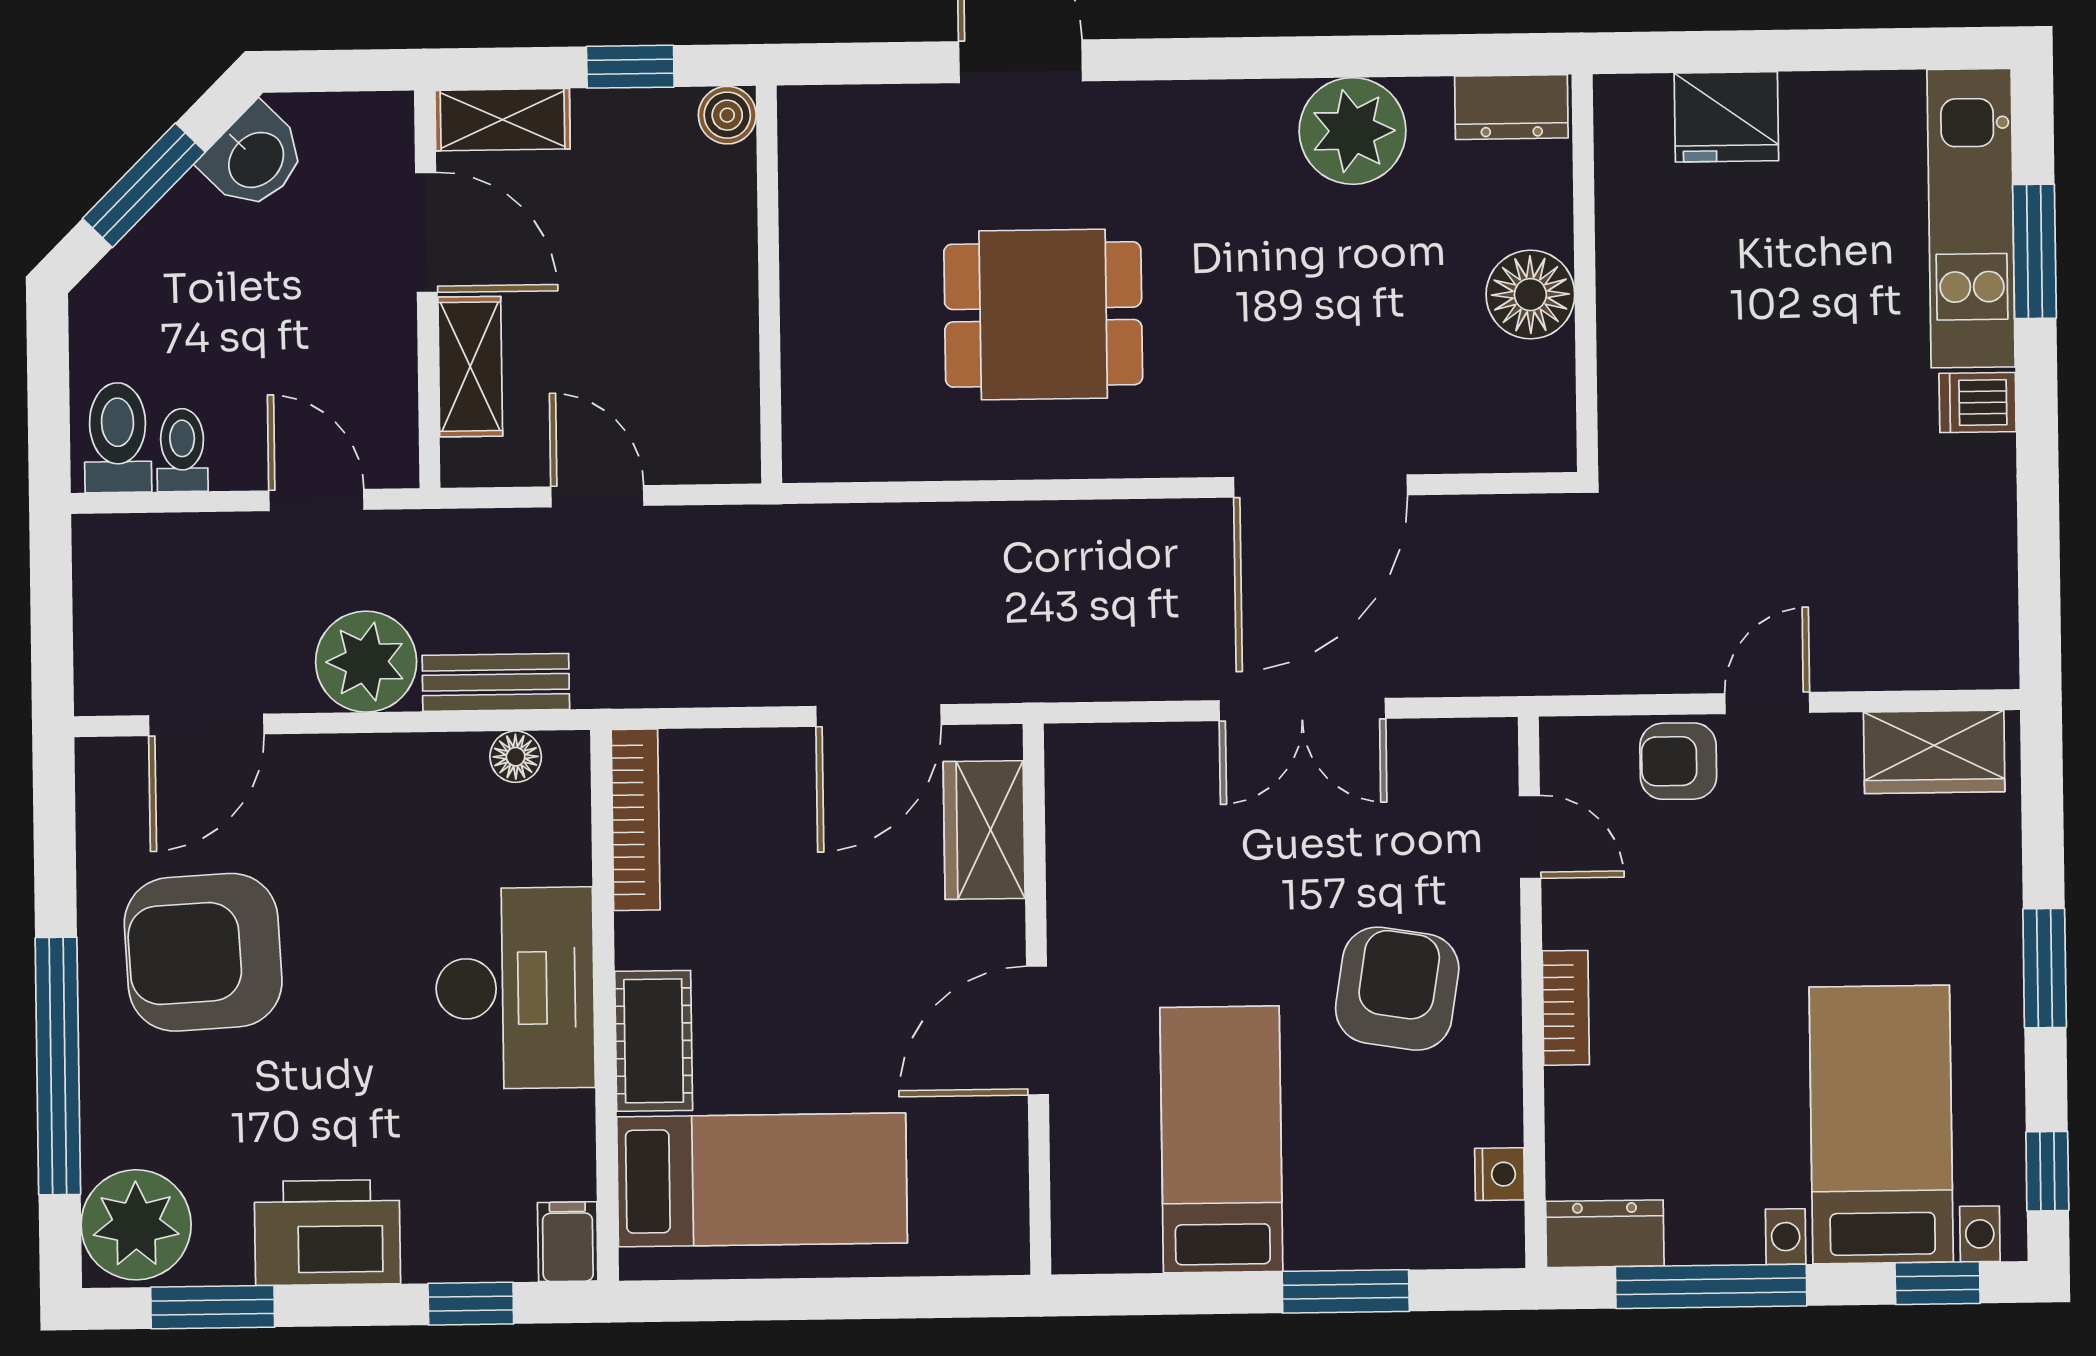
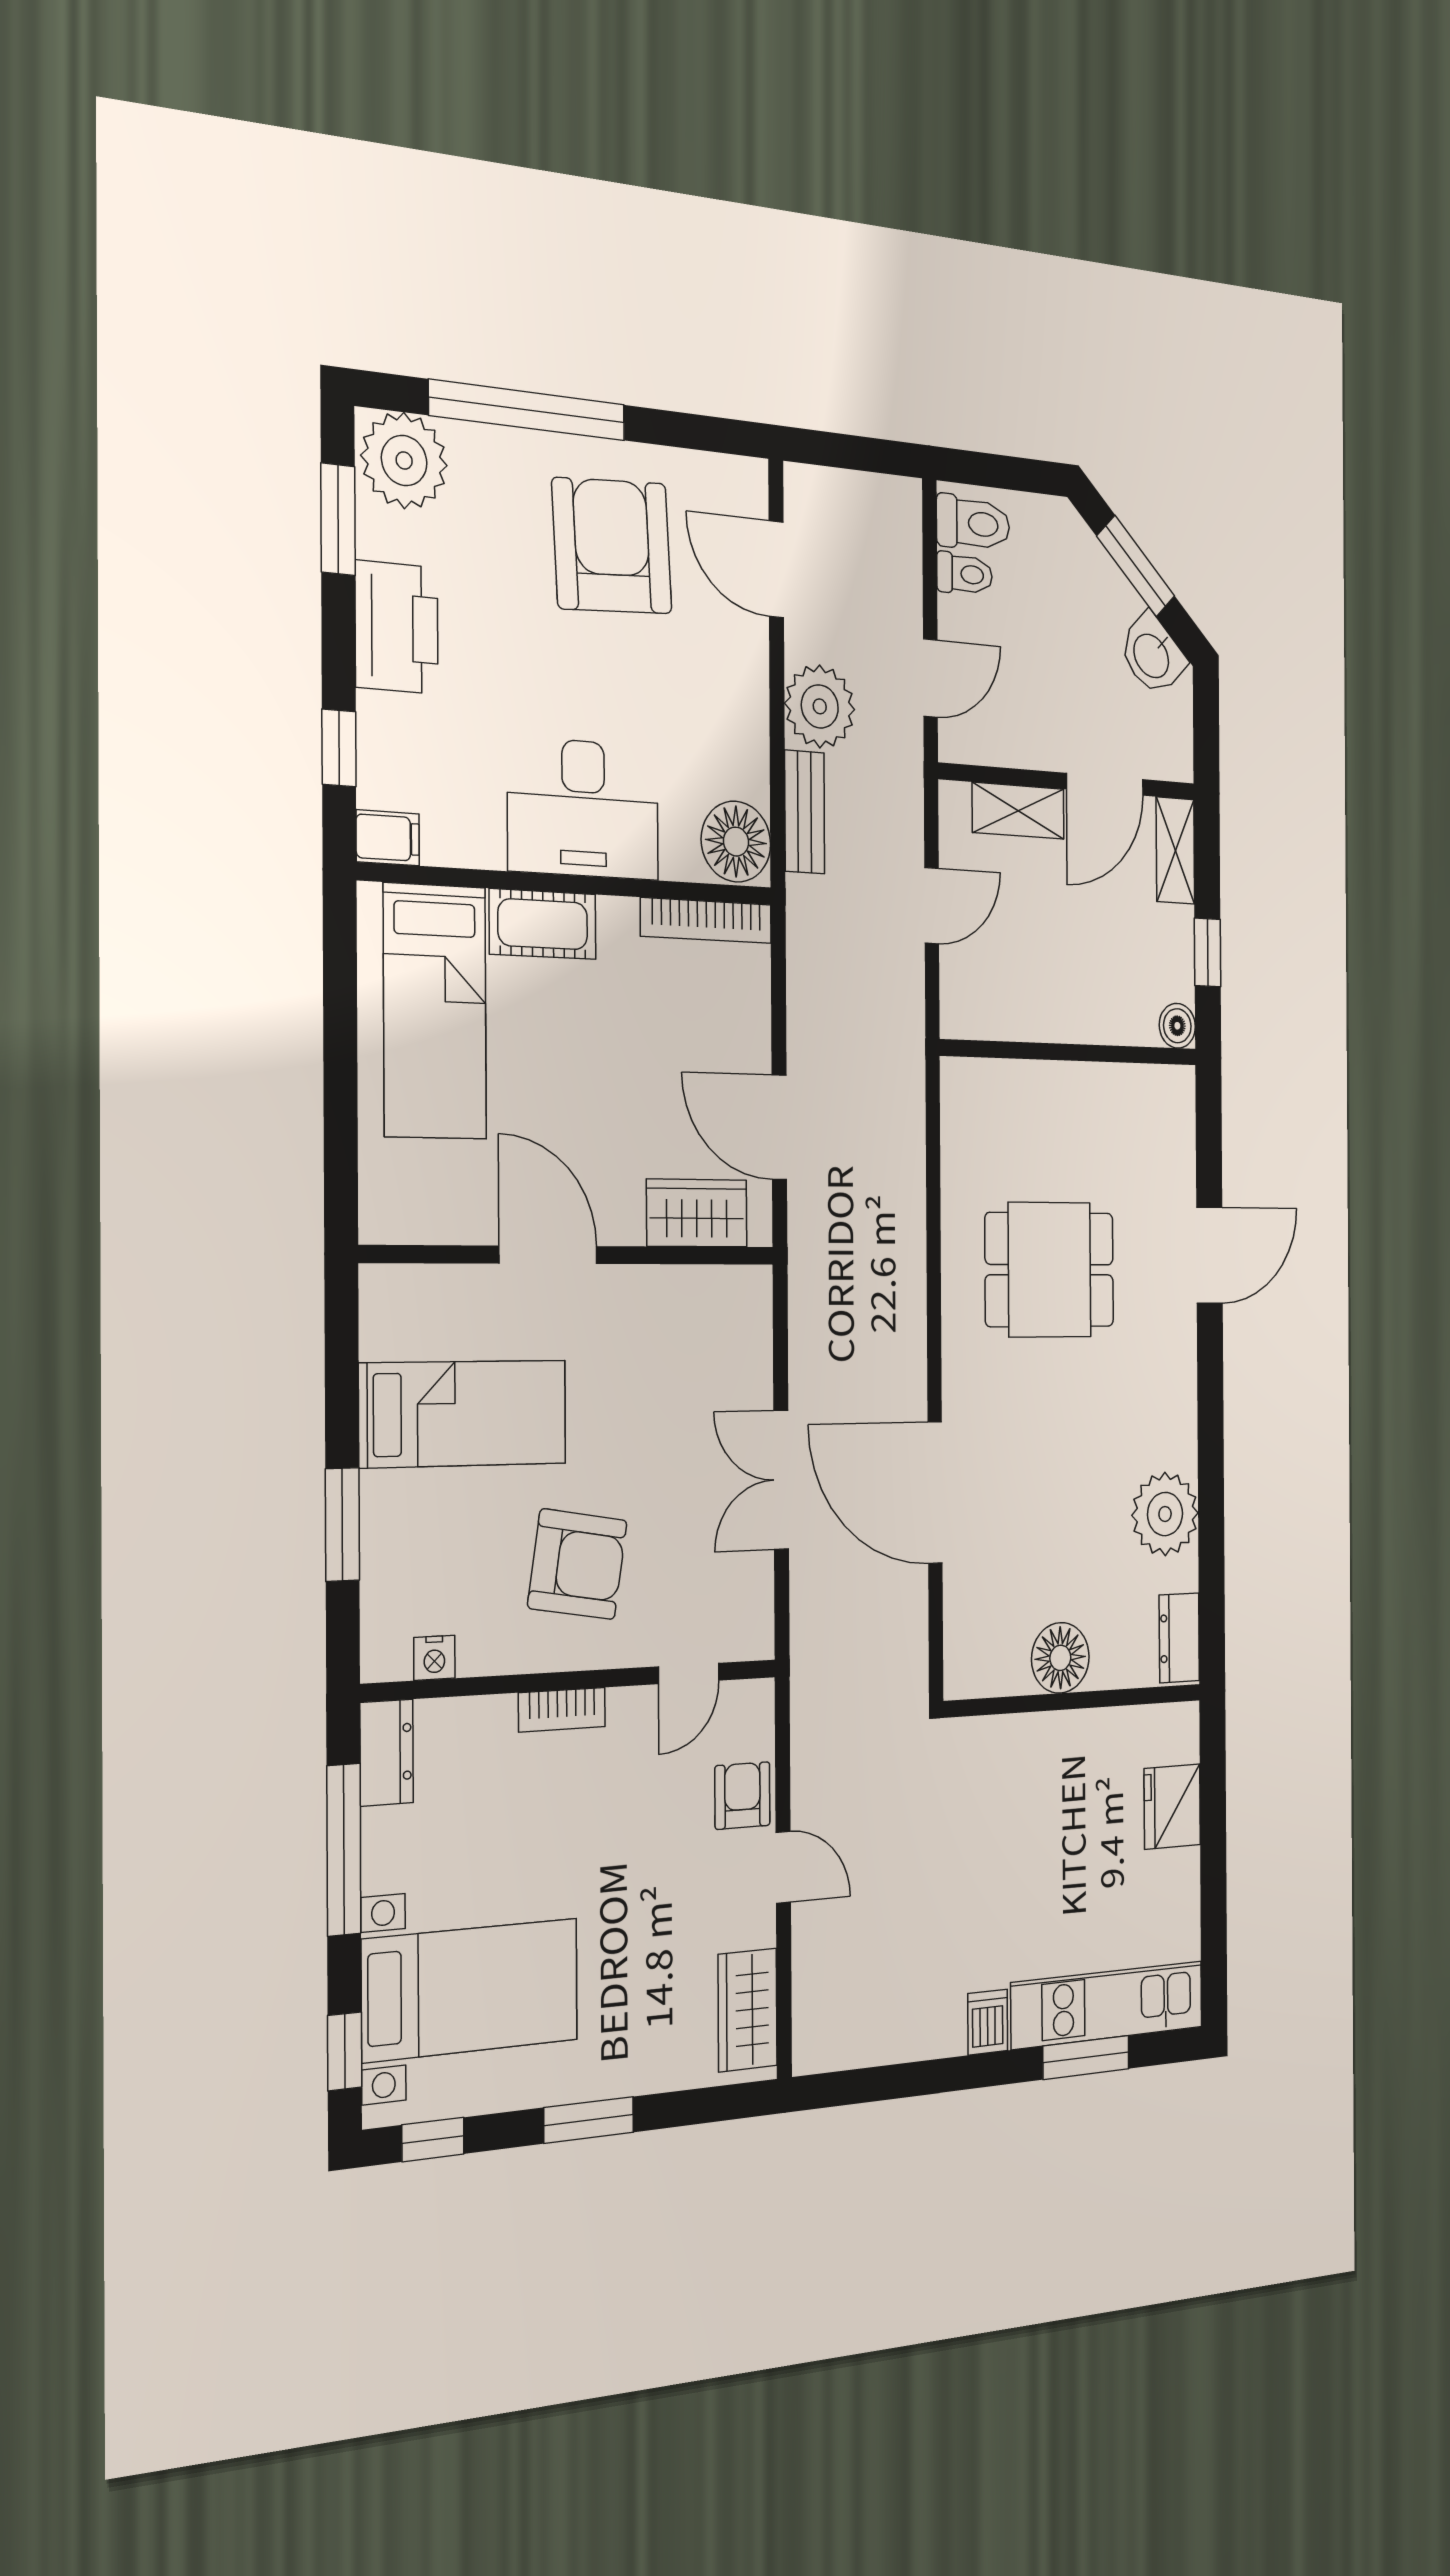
dining table: (1043, 314) -> (1050, 1270), turned 90
floor lamp: (516, 757) -> (736, 842), width x1.89, depth x1.89

